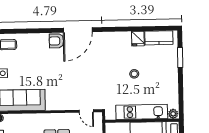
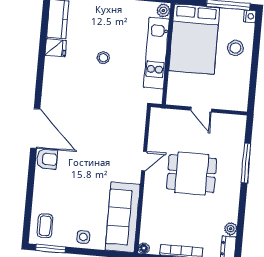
armchair: (56, 41) -> (47, 159), turned -90
door: (86, 111) -> (144, 161), moved

